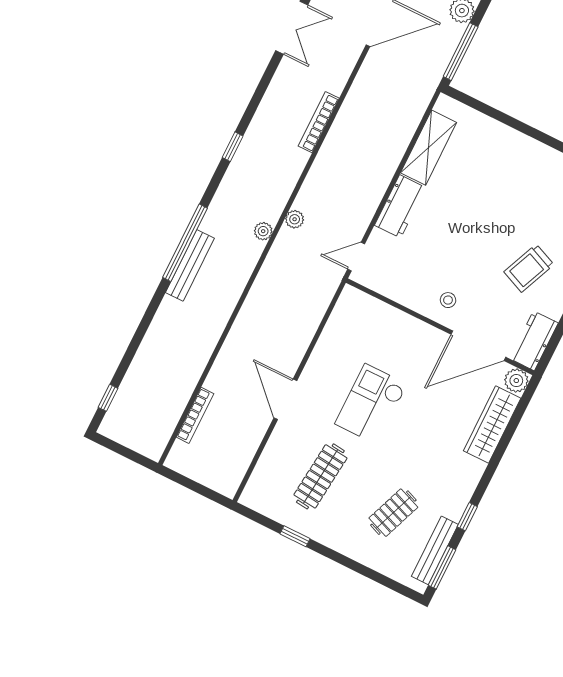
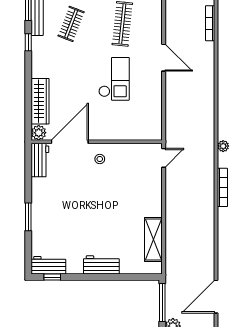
bookcase: (319, 122) -> (222, 187), moved
workbench: (400, 206) -> (101, 265), moved, turned 90
plant: (295, 219) -> (209, 162), removed
trolley: (529, 268) -> (63, 200), removed

